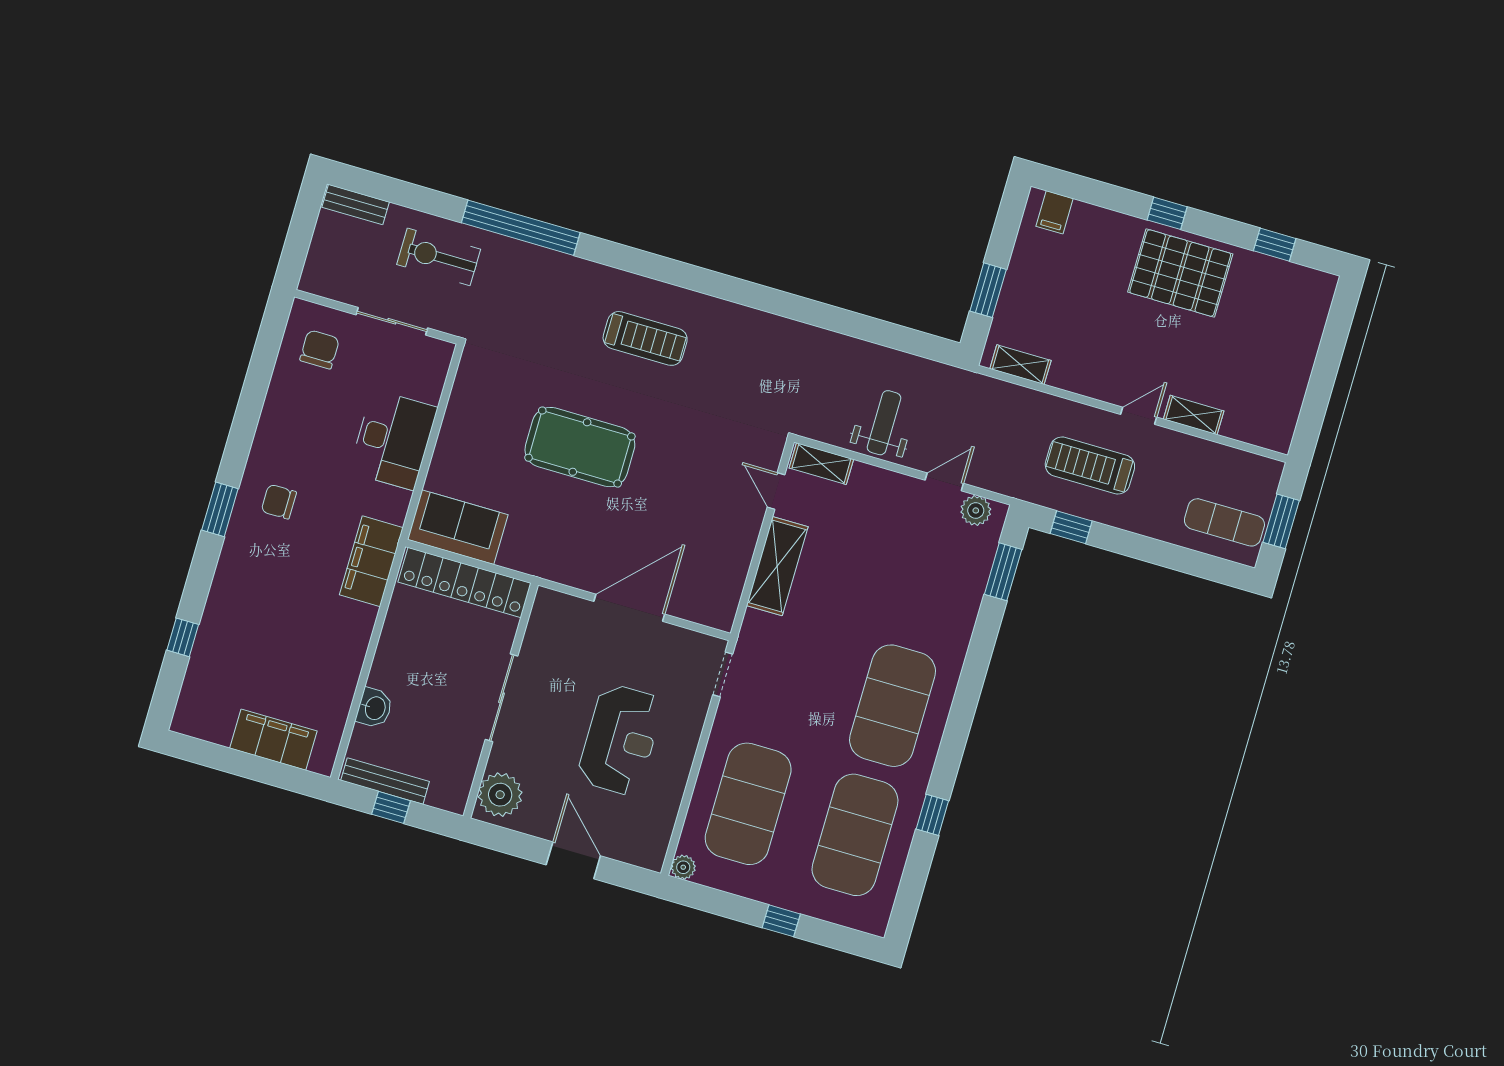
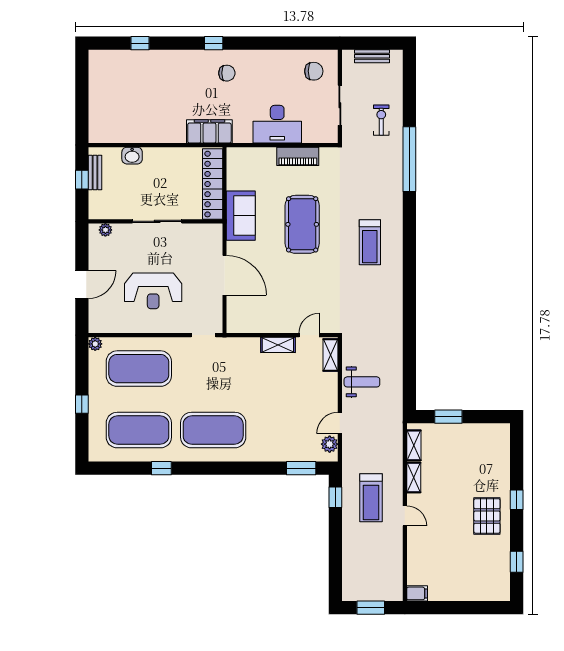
bench: (356, 205) -> (372, 56), moved, turned 90
filing cabinet: (1055, 212) -> (417, 593), moved, turned 180
exercise bike: (439, 257) -> (381, 120), width x0.73, depth x0.72
pallet: (1180, 273) -> (487, 516), width x0.73, depth x0.71
shelving: (1194, 415) -> (414, 478), moved
piano: (460, 420) -> (298, 156), added
treadmill: (1090, 466) -> (371, 498), turned 180
door: (944, 482) -> (340, 423), swing flipped
chair: (279, 502) -> (227, 73), turned 90
window: (220, 509) -> (214, 43), width x0.67
exercise mat: (1224, 522) -> (362, 578), removed
sofa: (458, 527) -> (241, 216), moved
shelving: (777, 566) -> (278, 345), width x0.67, depth x0.75
filing cabinet: (273, 740) -> (100, 107), removed
bench: (385, 781) -> (95, 172), width x0.73
plant: (500, 795) -> (105, 230), width x0.53, depth x0.53

